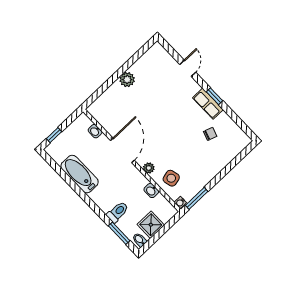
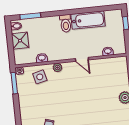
door: (122, 150) -> (82, 59), width x0.53
toilet: (118, 212) -> (66, 23), moved

